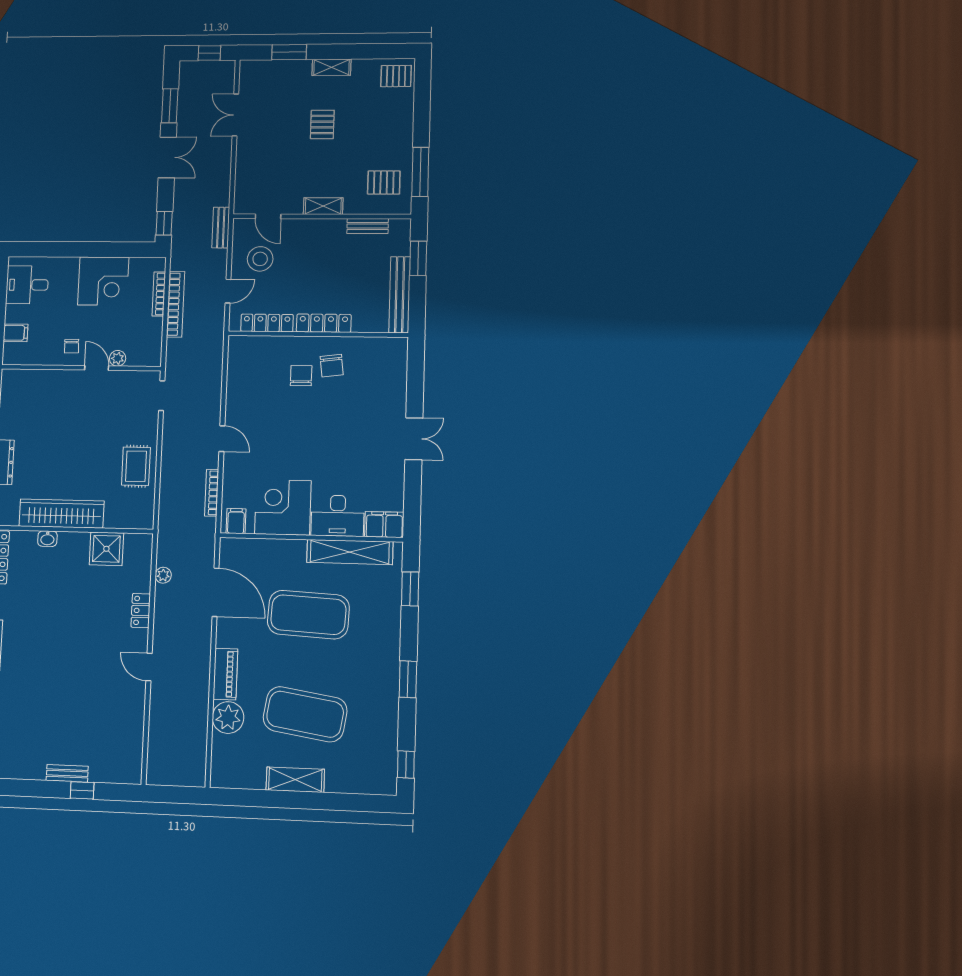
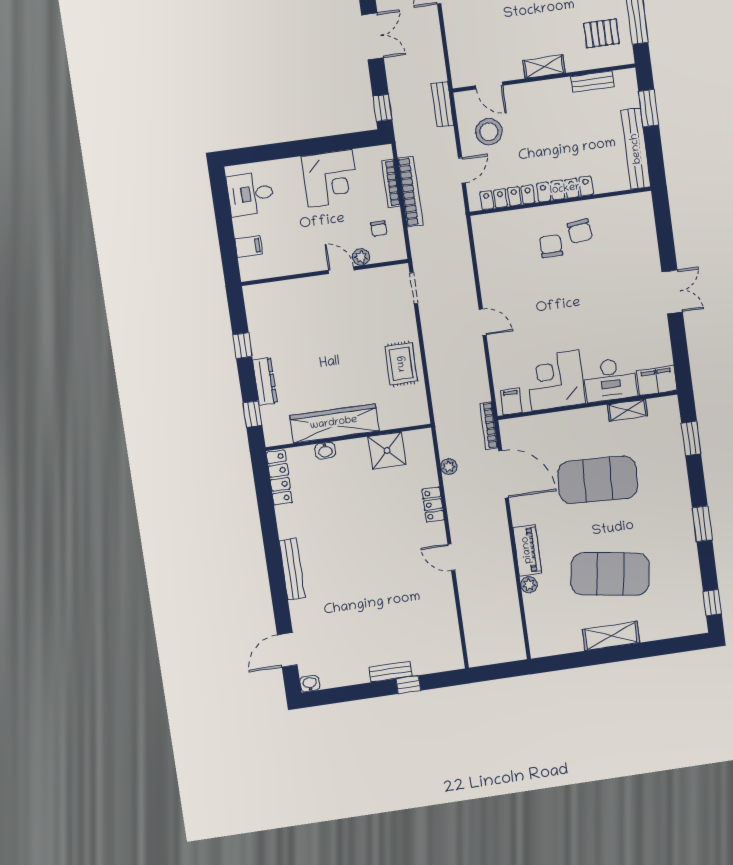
chair: (72, 346) -> (379, 229), moved
bookcase: (212, 493) -> (489, 426), moved
shelving: (350, 552) -> (627, 410), width x0.45, depth x0.75
plant: (228, 718) -> (529, 585), width x0.53, depth x0.53

